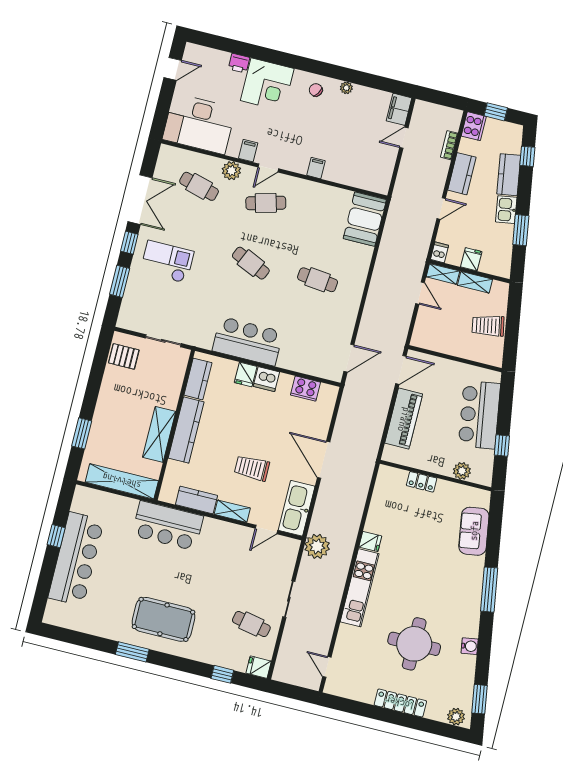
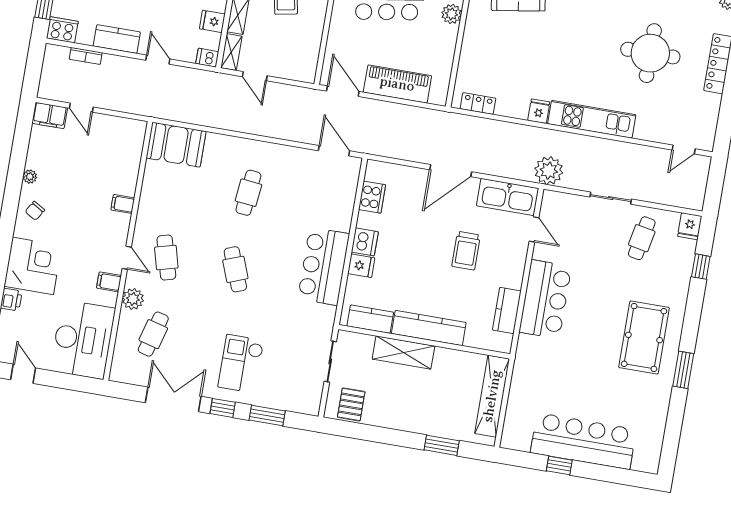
cafe table: (251, 263) -> (235, 269), turned -45
door: (420, 293) -> (255, 76), swing flipped
shelving: (159, 434) -> (403, 352), moved
locker: (422, 482) -> (478, 103), moved, turned -90
shelving: (232, 511) -> (516, 269), removed
bar counter: (168, 526) -> (545, 299), moved

